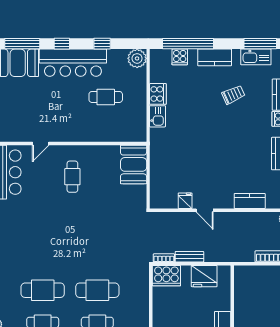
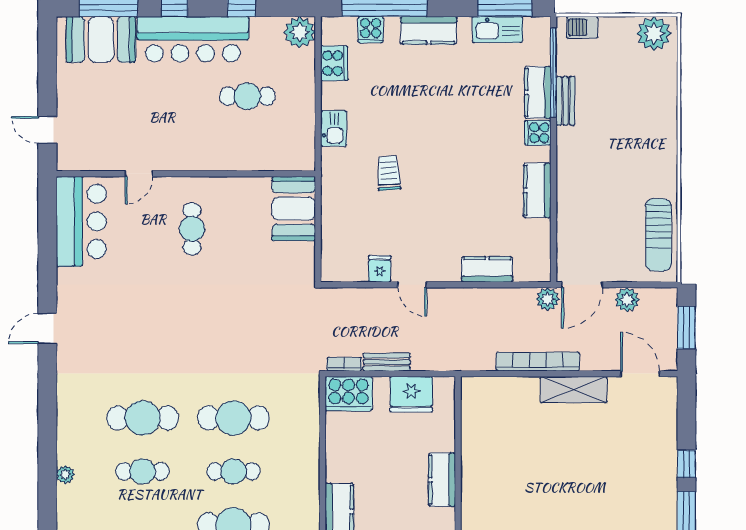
cooker: (158, 94) -> (334, 63), moved
trolley: (233, 95) -> (389, 173), moved, turned -70

